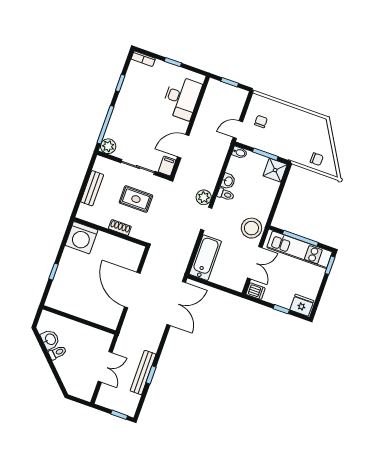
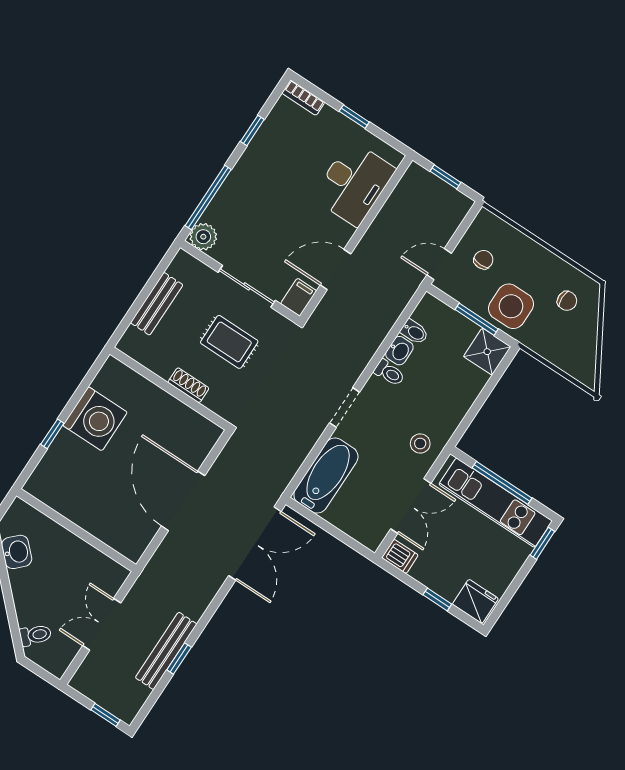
side table: (282, 143) -> (511, 306), added
bidet: (240, 152) -> (414, 332), moved
chair: (317, 159) -> (567, 301), moved
plant: (204, 197) -> (349, 368), removed
stool: (251, 228) -> (420, 443), width x0.53, depth x0.53
washing machine: (82, 238) -> (95, 419), moved, turned -90
toilet: (57, 353) -> (35, 635), moved
double door: (105, 367) -> (102, 624), swing flipped

